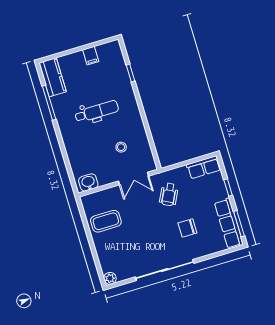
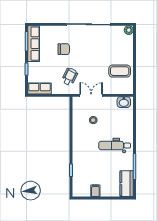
dental chair: (97, 111) -> (115, 146), moved

